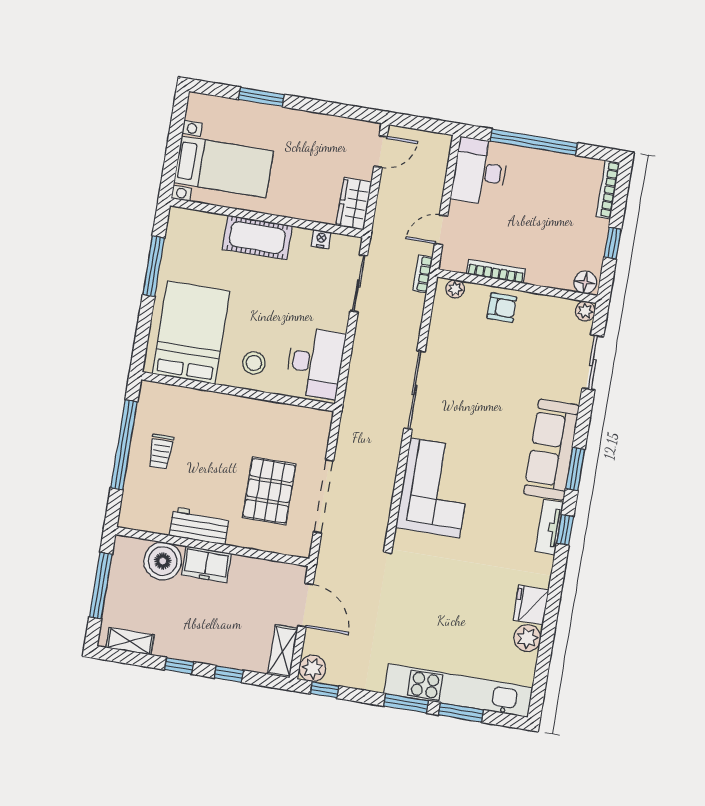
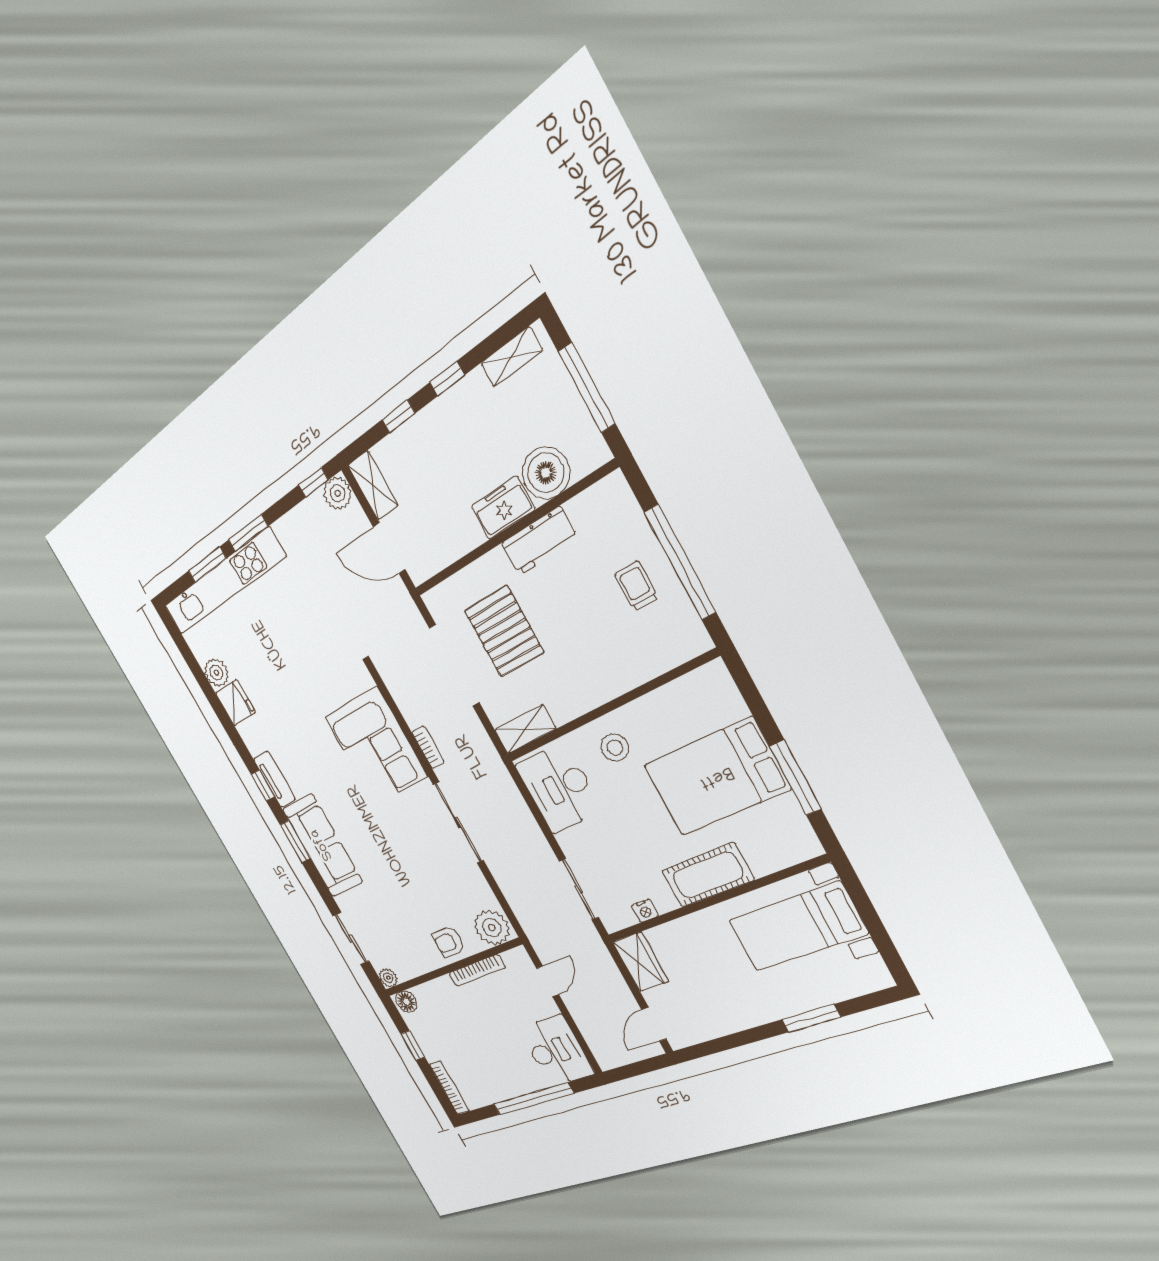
bookcase: (423, 274) -> (428, 747), moved
plant: (455, 289) -> (492, 928), width x1.88, depth x1.88
bed: (191, 332) -> (716, 777), moved, turned 90
shelving: (307, 418) -> (525, 729), added

